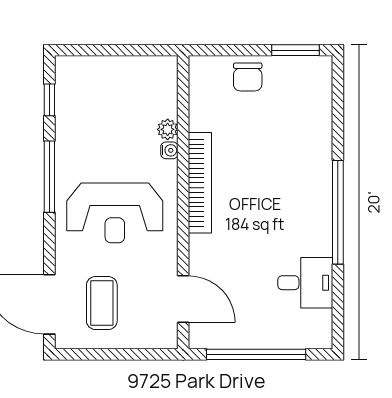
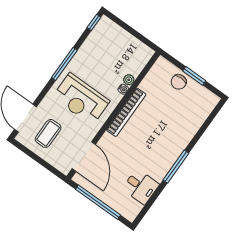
window: (295, 50) -> (194, 76), moved
window: (49, 100) -> (94, 22), moved
window: (338, 212) -> (176, 167), width x0.68
door: (183, 299) -> (84, 156), width x1.36

